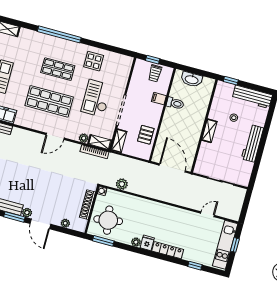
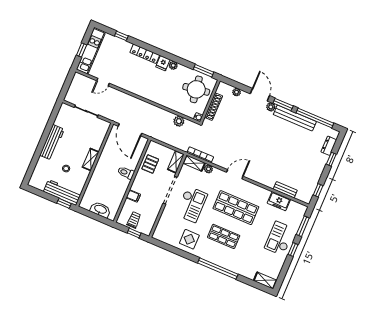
workbench: (252, 97) -> (62, 192), moved
toilet: (175, 103) -> (126, 173), moved

